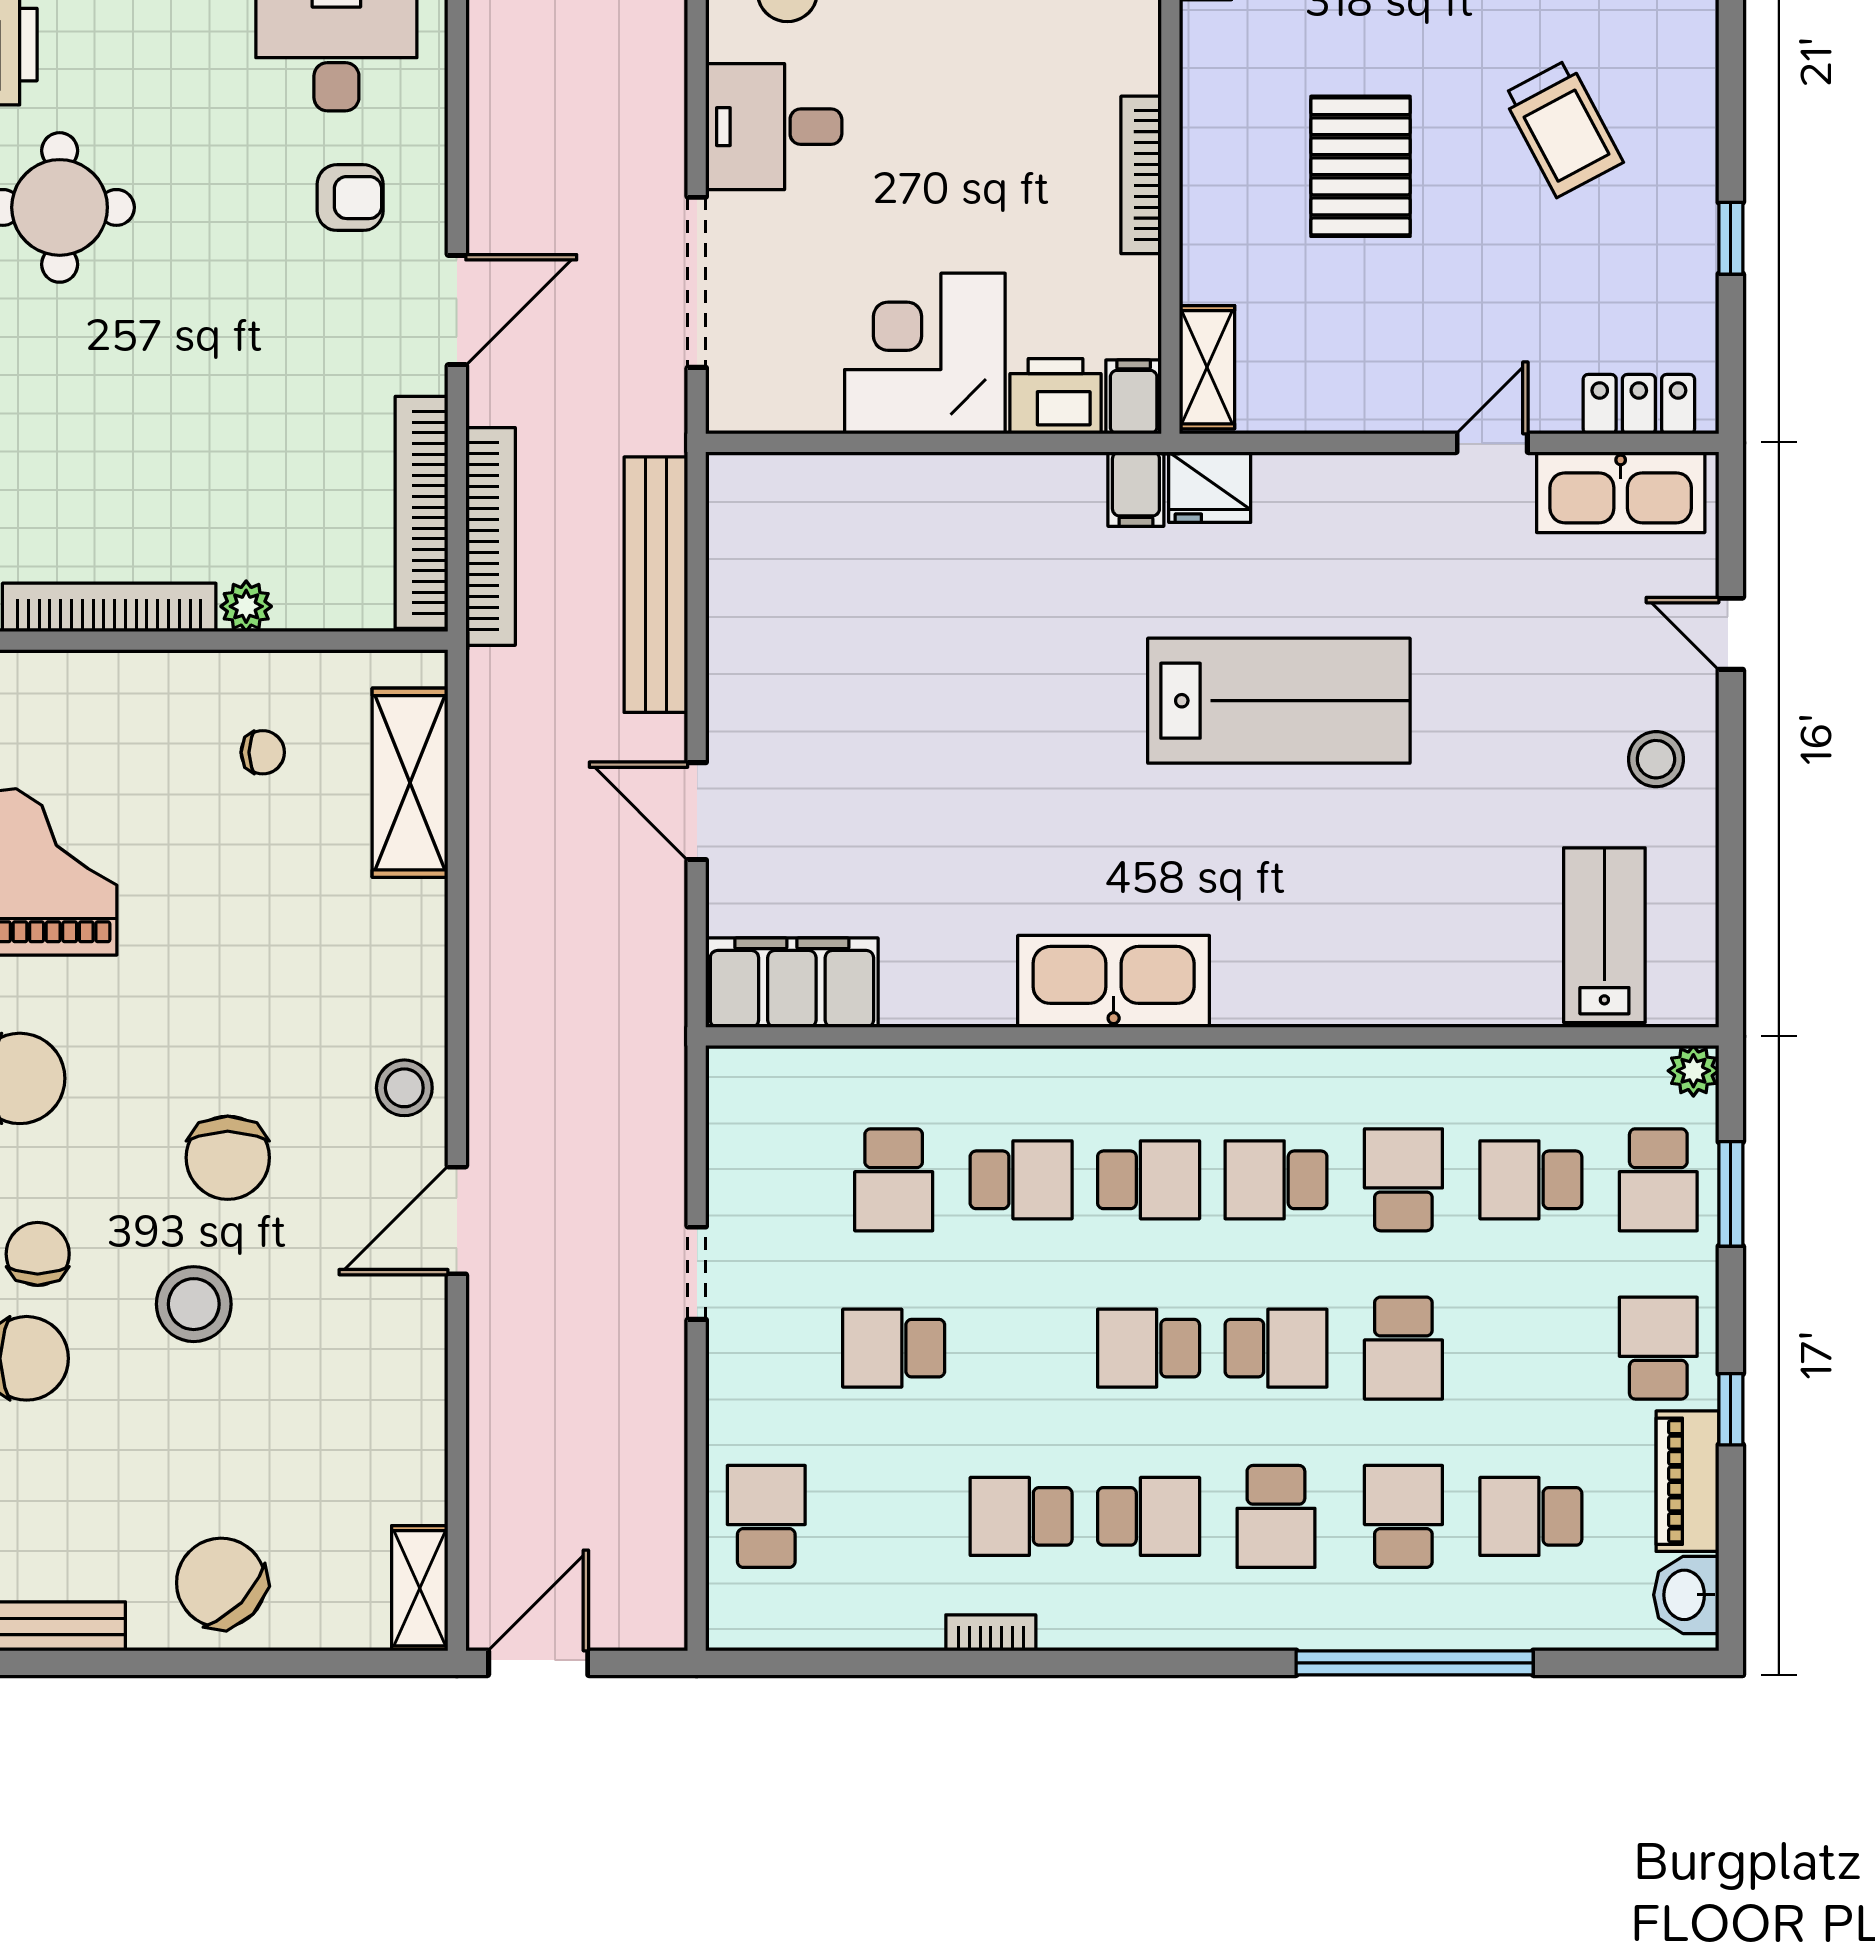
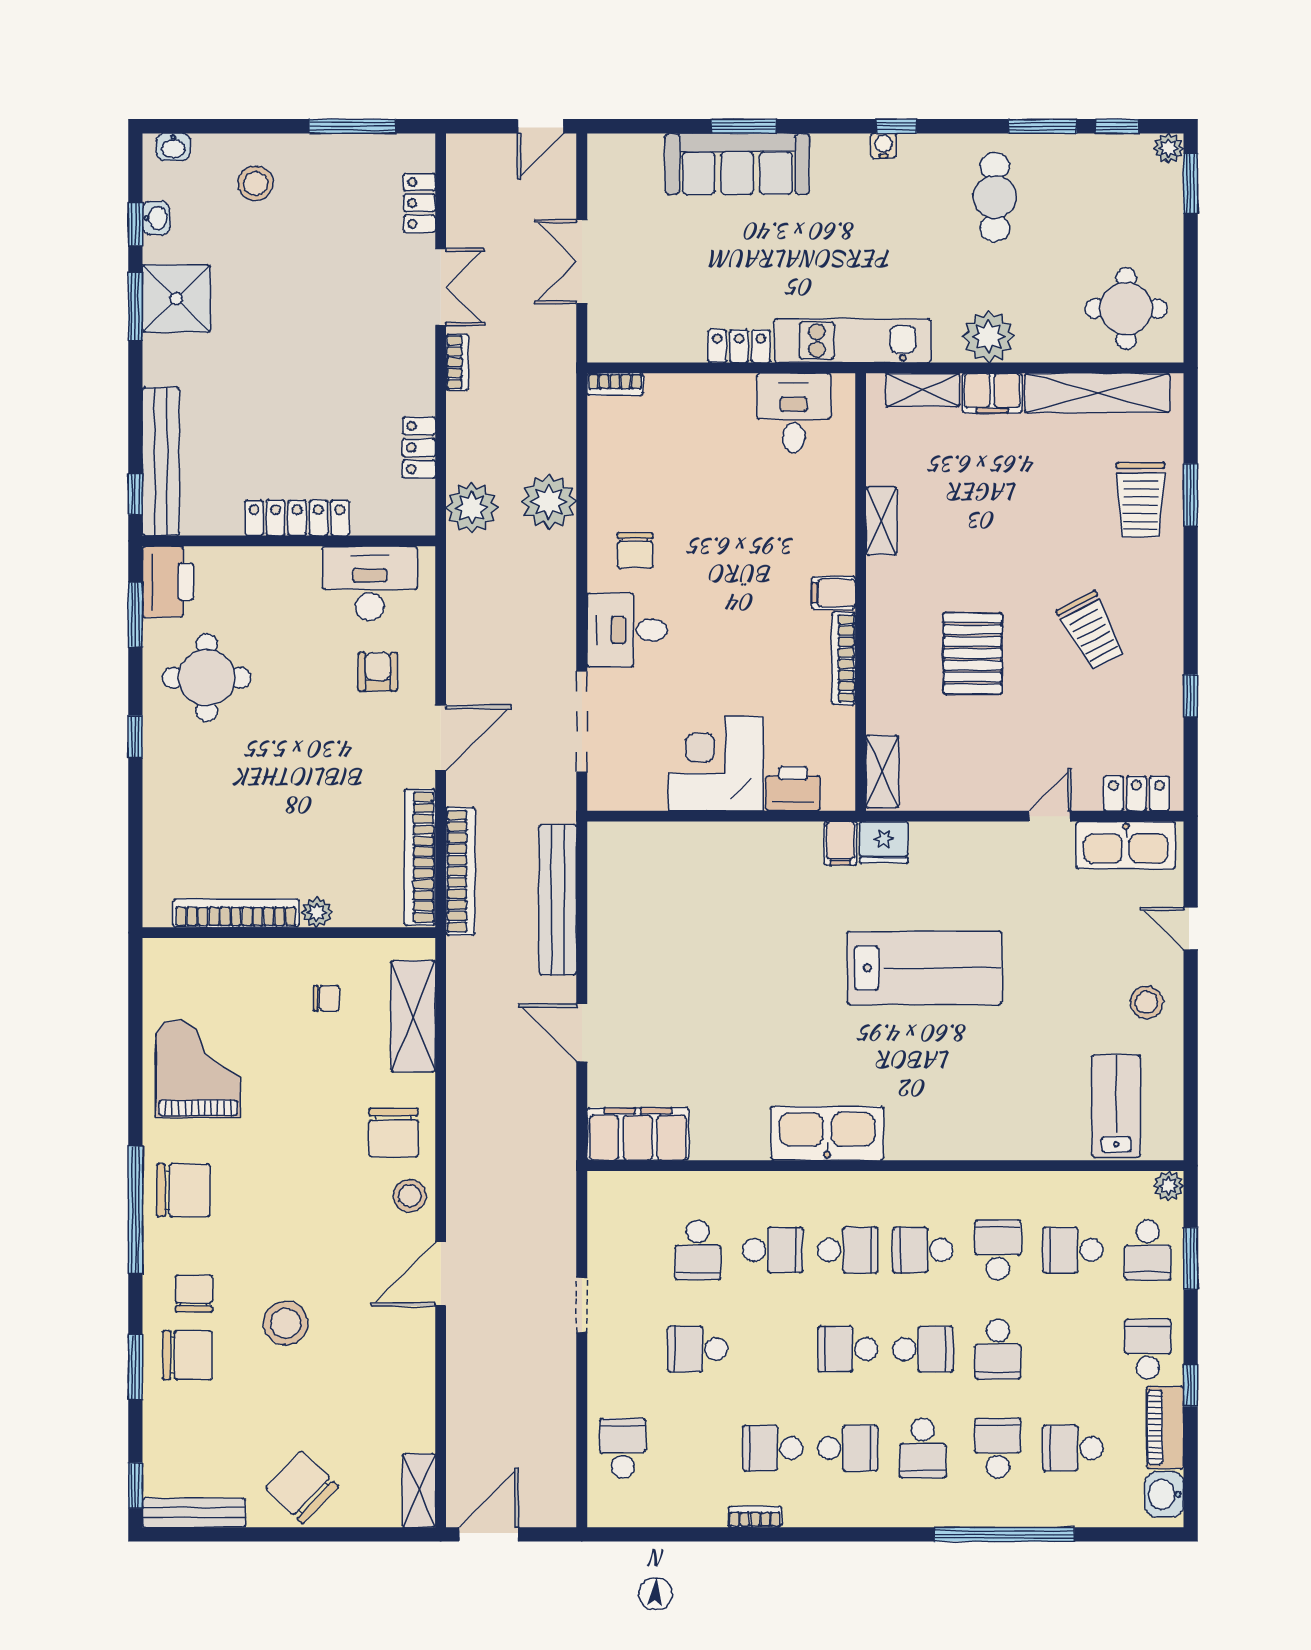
armchair: (350, 198) -> (378, 672), turned -90
filing cabinet: (1134, 397) -> (834, 593), moved, turned -90
chair: (228, 1158) -> (394, 1133), moved

